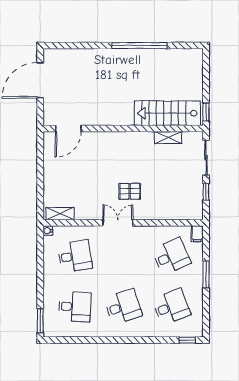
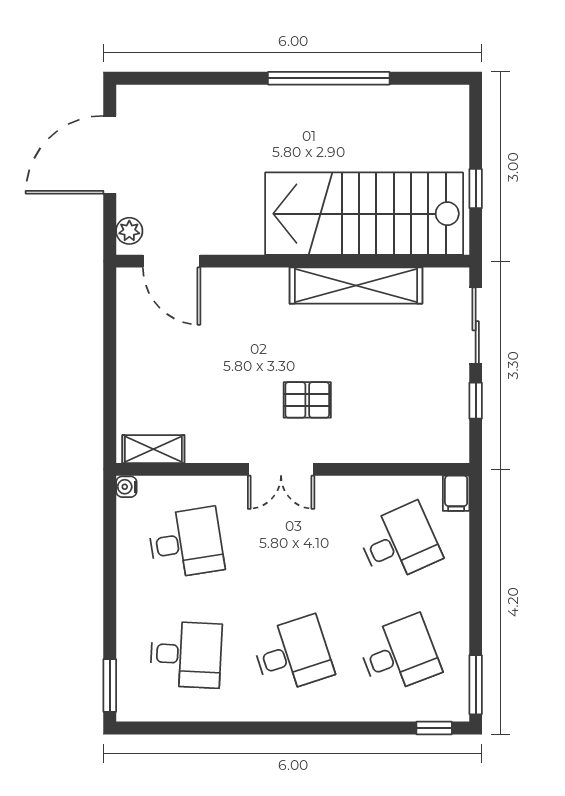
window: (206, 112) -> (476, 189), moved
stairs: (167, 113) -> (364, 214), width x1.36, depth x1.51
plant: (49, 115) -> (129, 231), added
door: (68, 128) -> (172, 261), hinge flipped
shelving: (168, 137) -> (356, 286), width x2.20, depth x1.33
double door: (118, 223) -> (281, 469), swing flipped
window: (206, 274) -> (476, 685), moved

